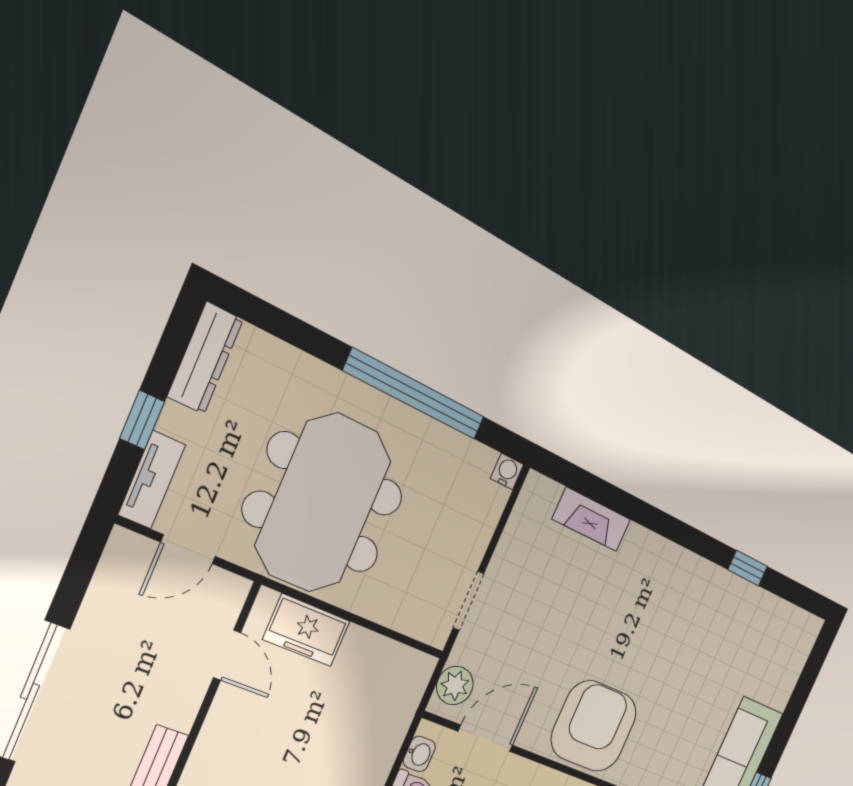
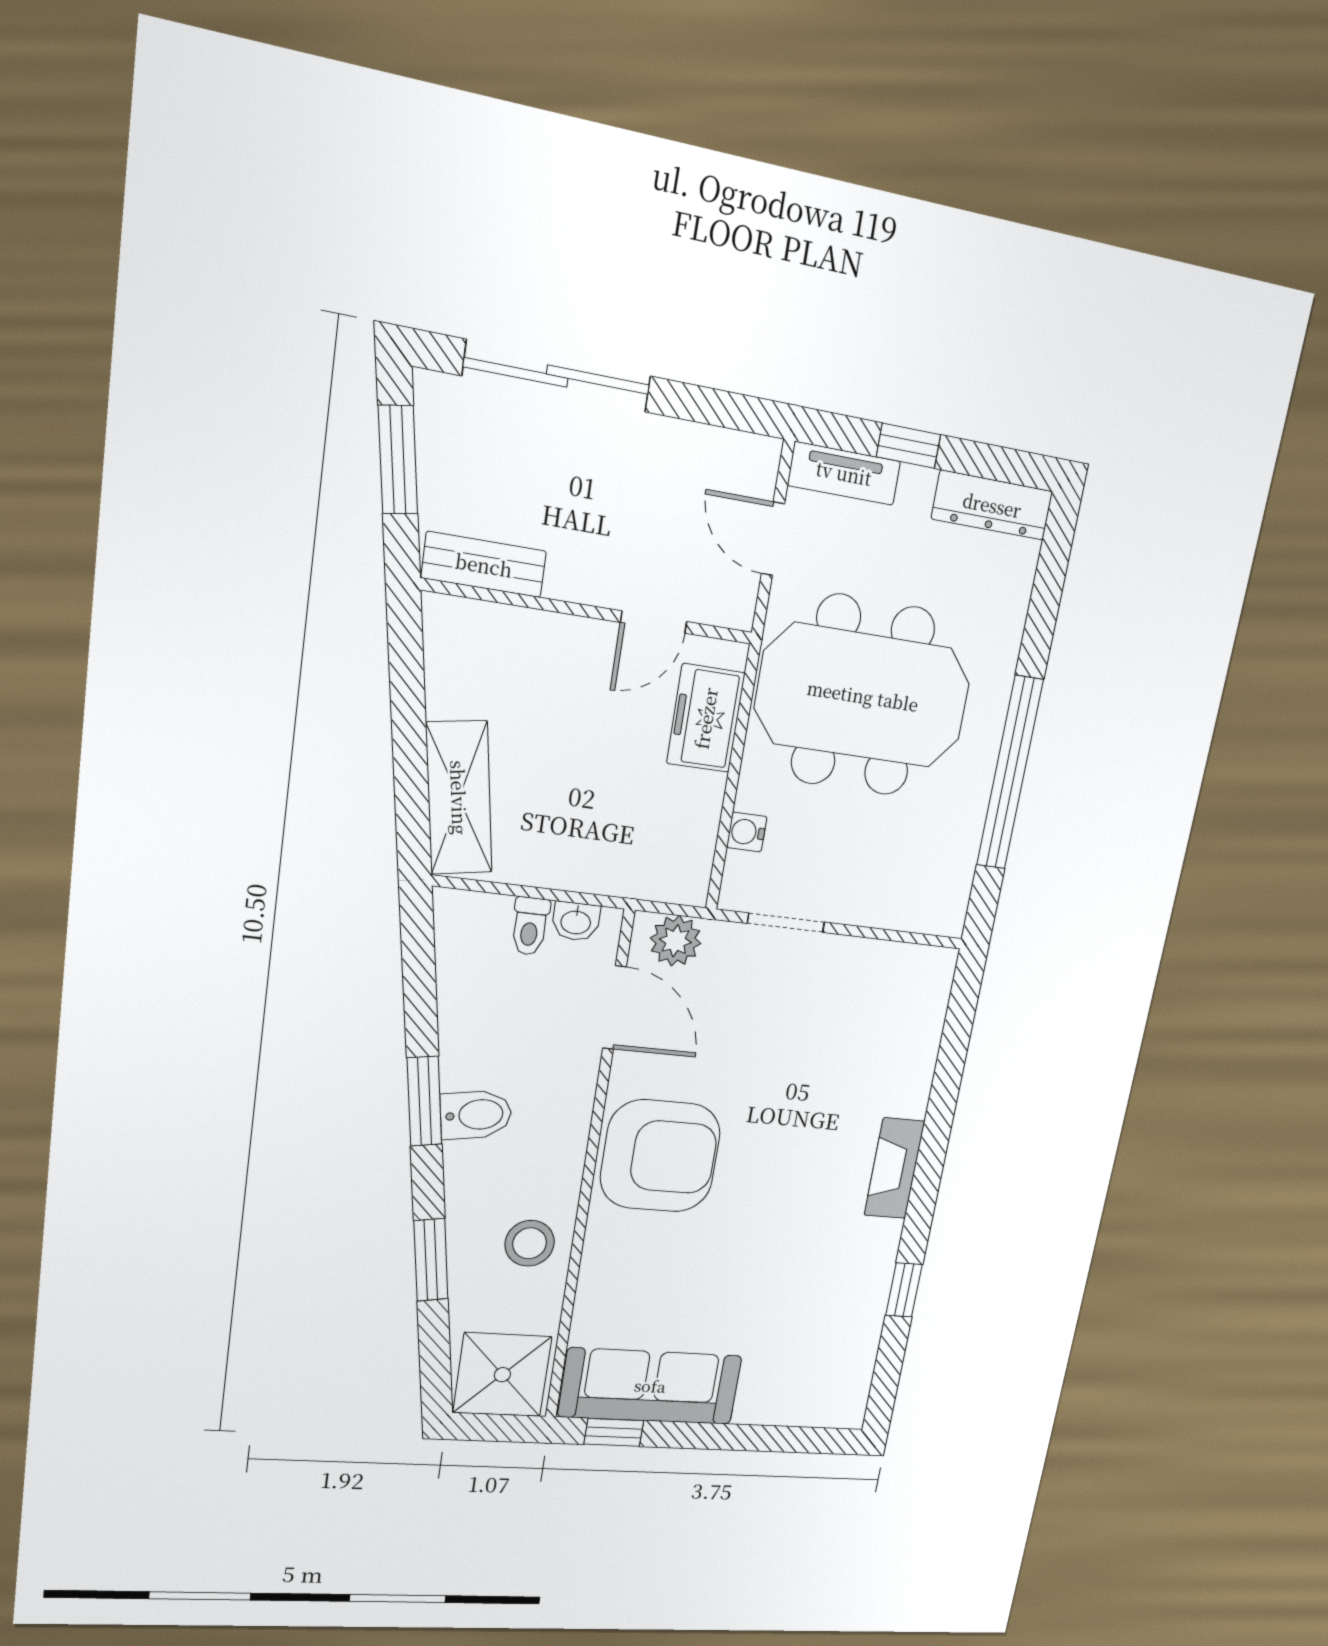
water cooler: (507, 471) -> (747, 832), moved, turned 180
fireplace: (592, 519) -> (894, 1168), moved

